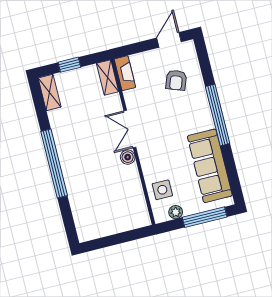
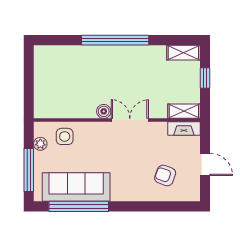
door: (169, 40) -> (205, 164), moved
window: (218, 115) -> (79, 206), moved

